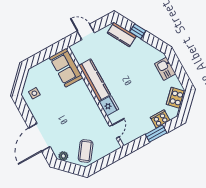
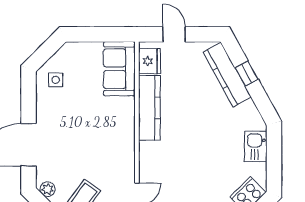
kitchen counter: (122, 34) -> (227, 75), width x1.50
fridge: (109, 106) -> (149, 61), moved

